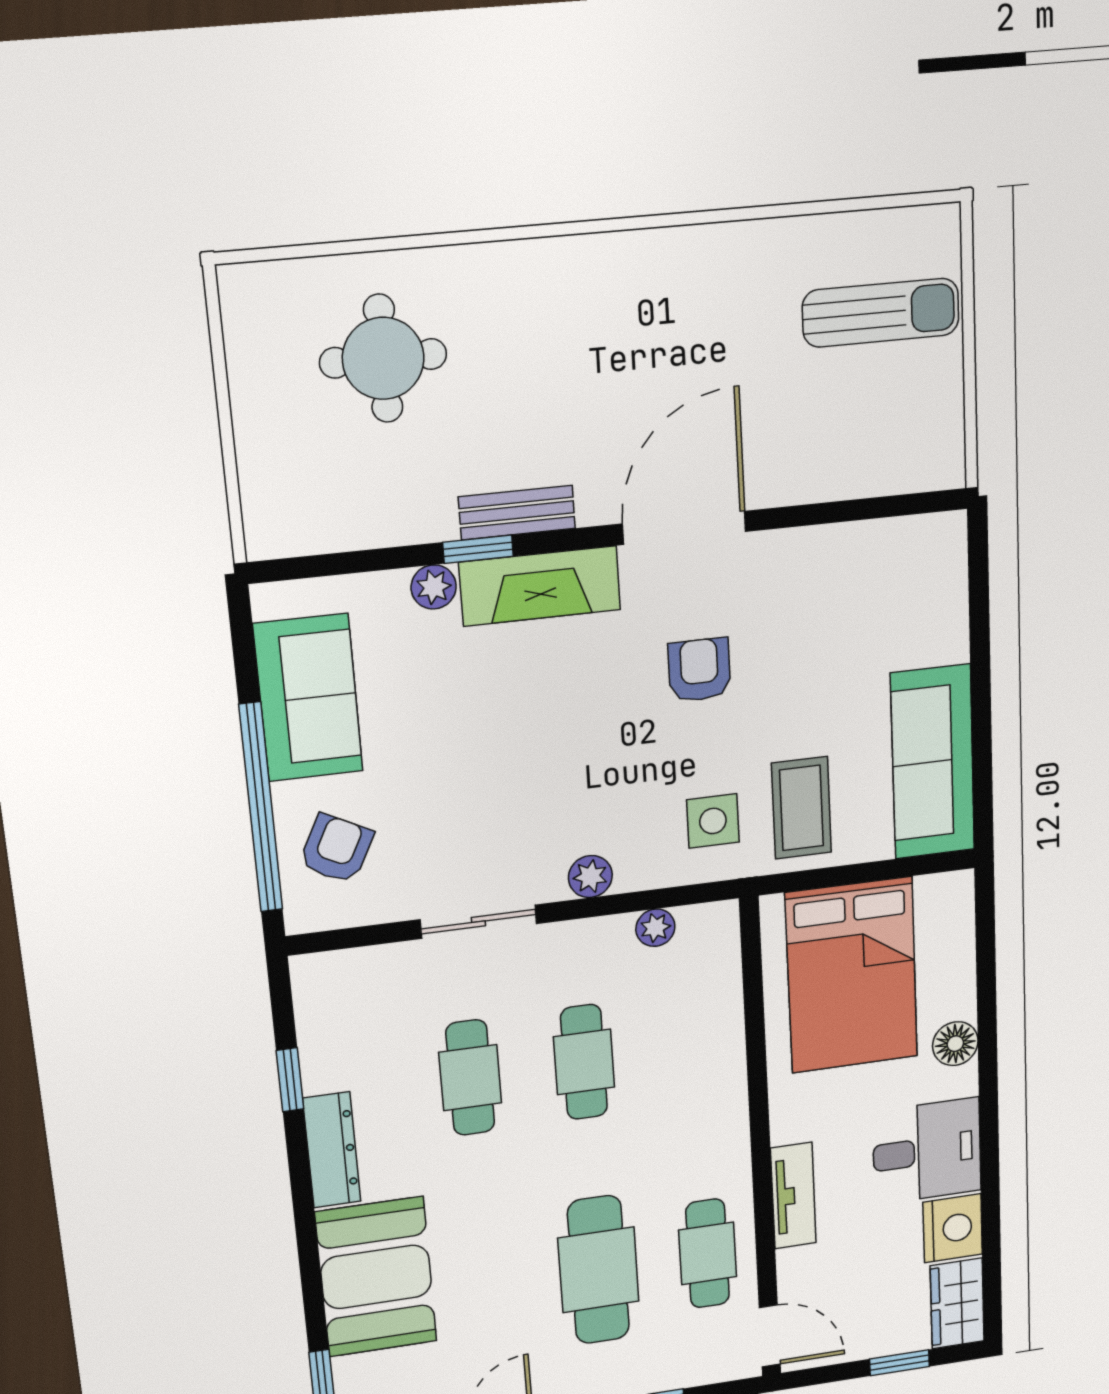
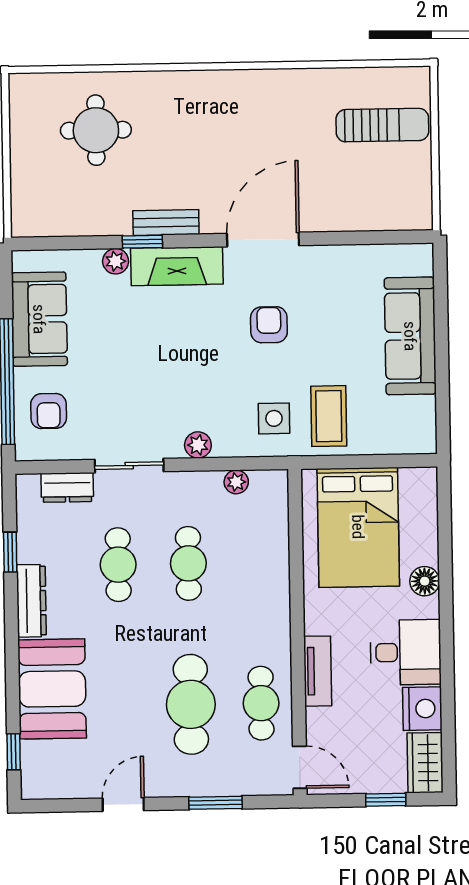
sofa: (933, 762) -> (410, 336), moved
armchair: (336, 849) -> (49, 411), turned 153
dresser: (377, 968) -> (67, 487), added

